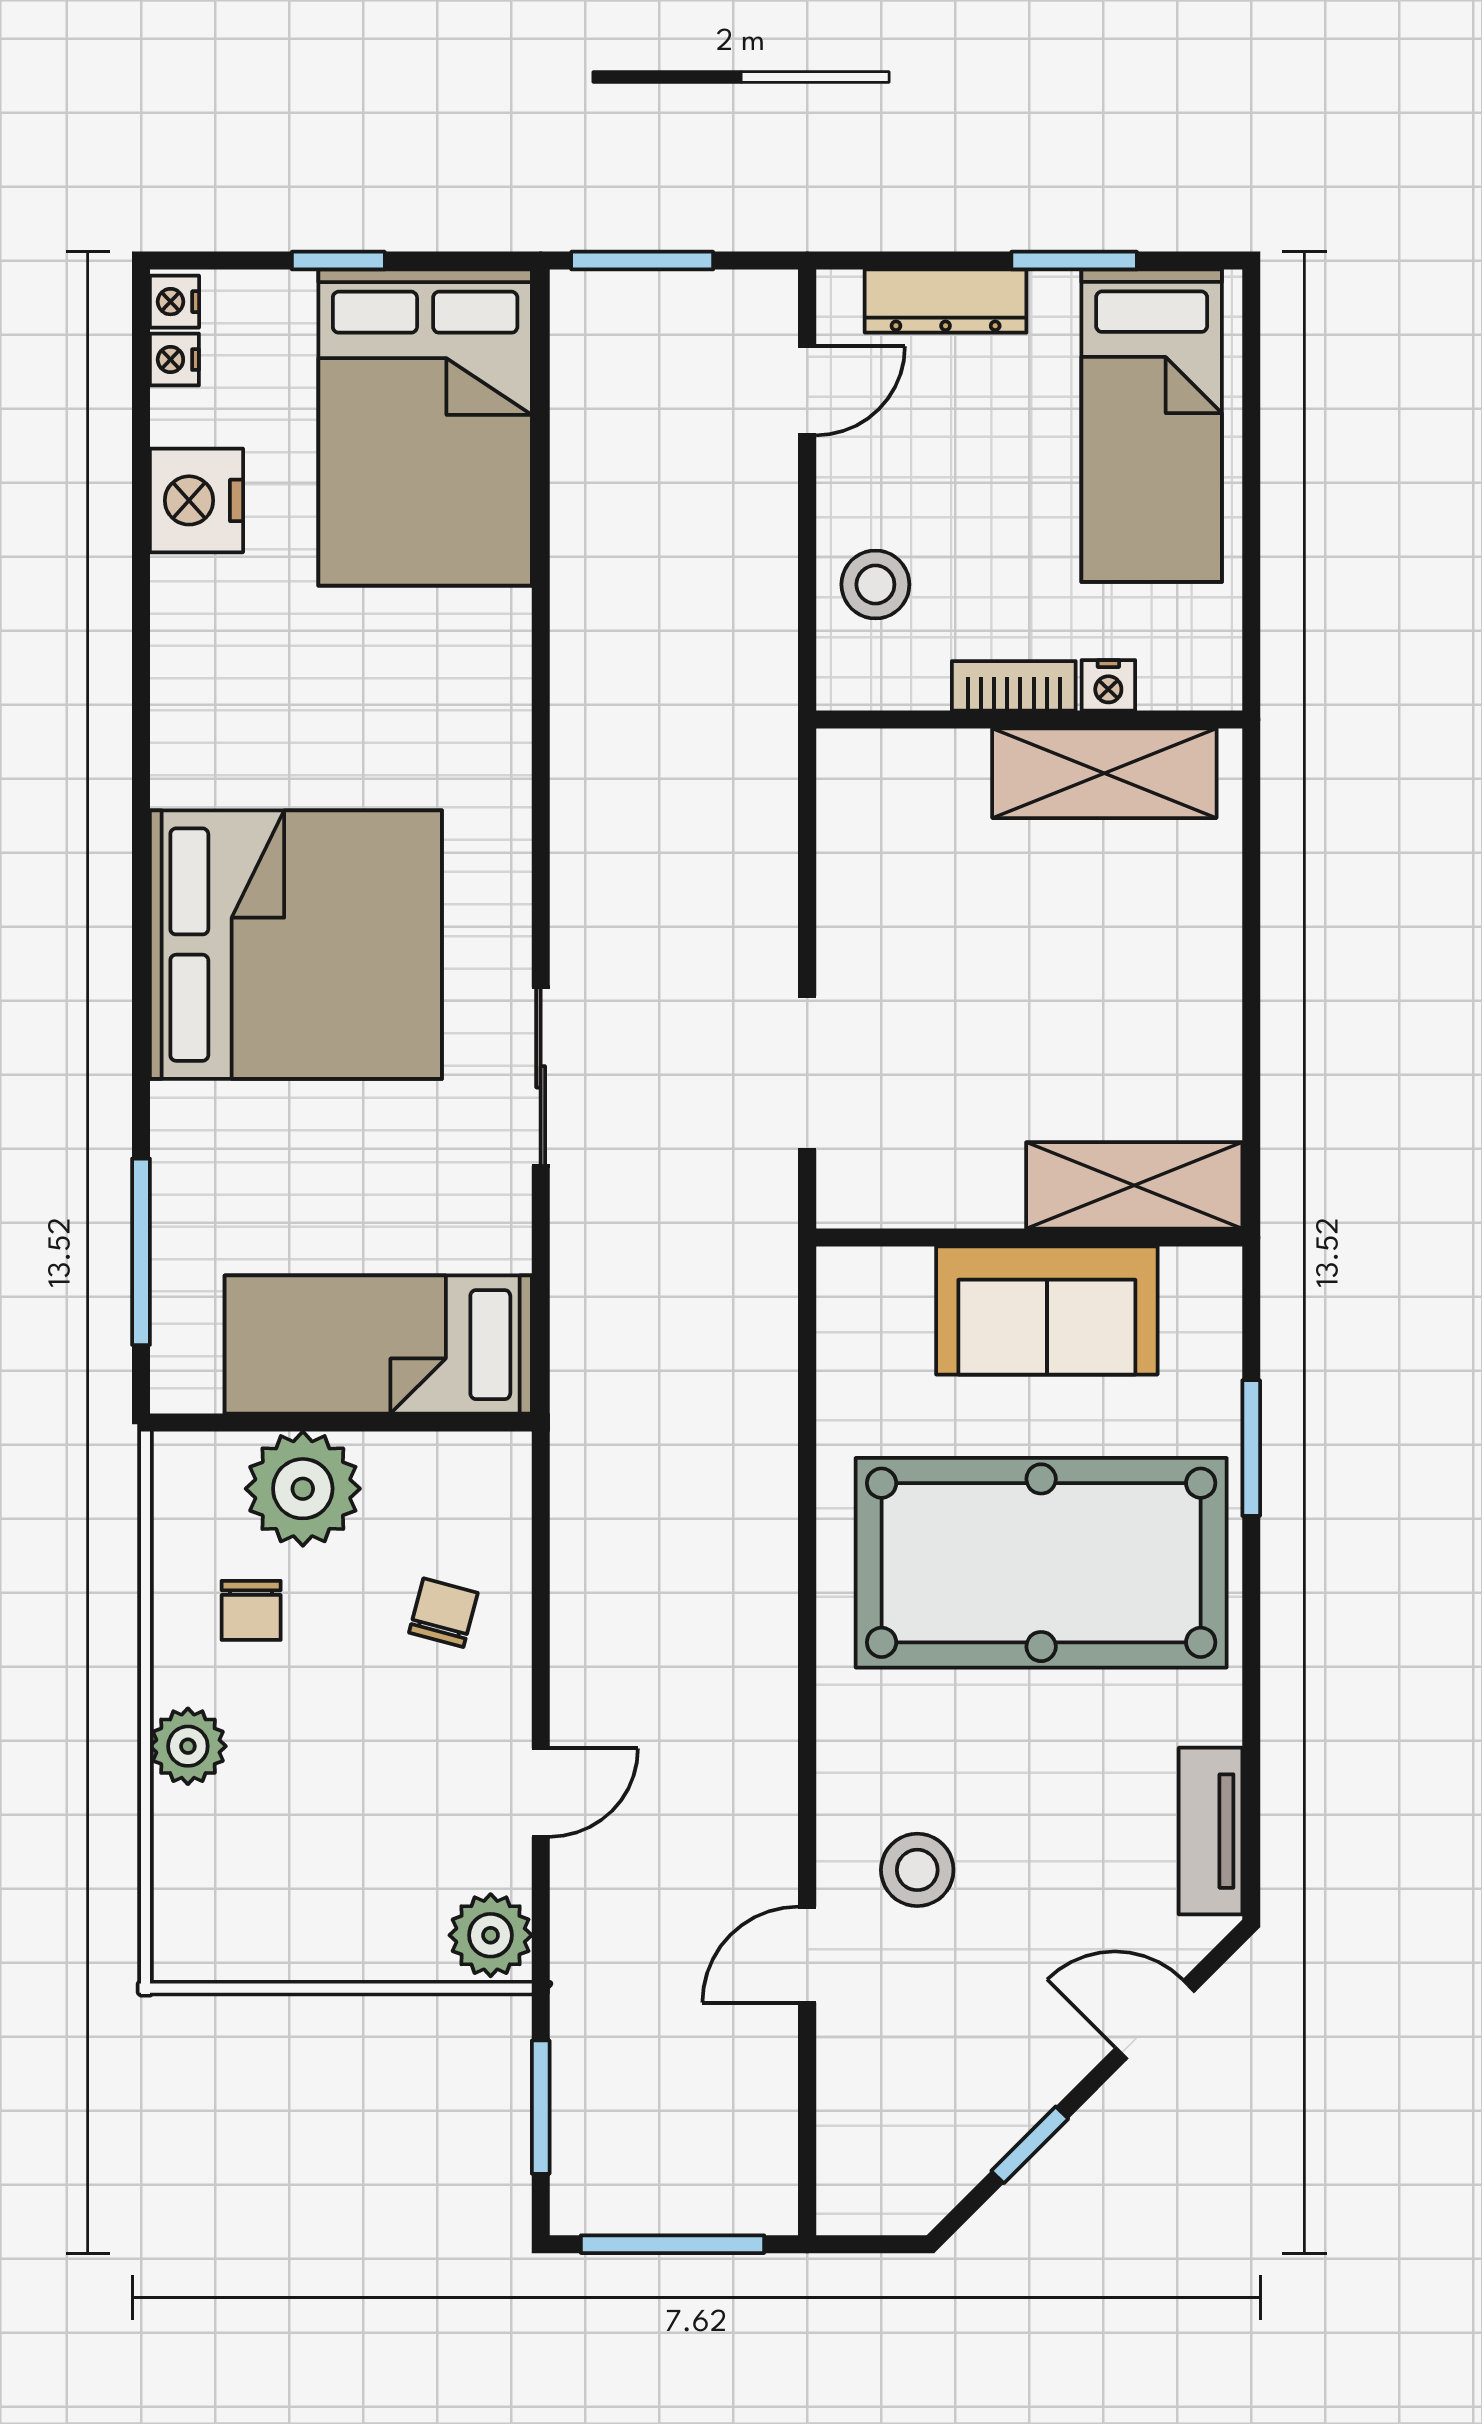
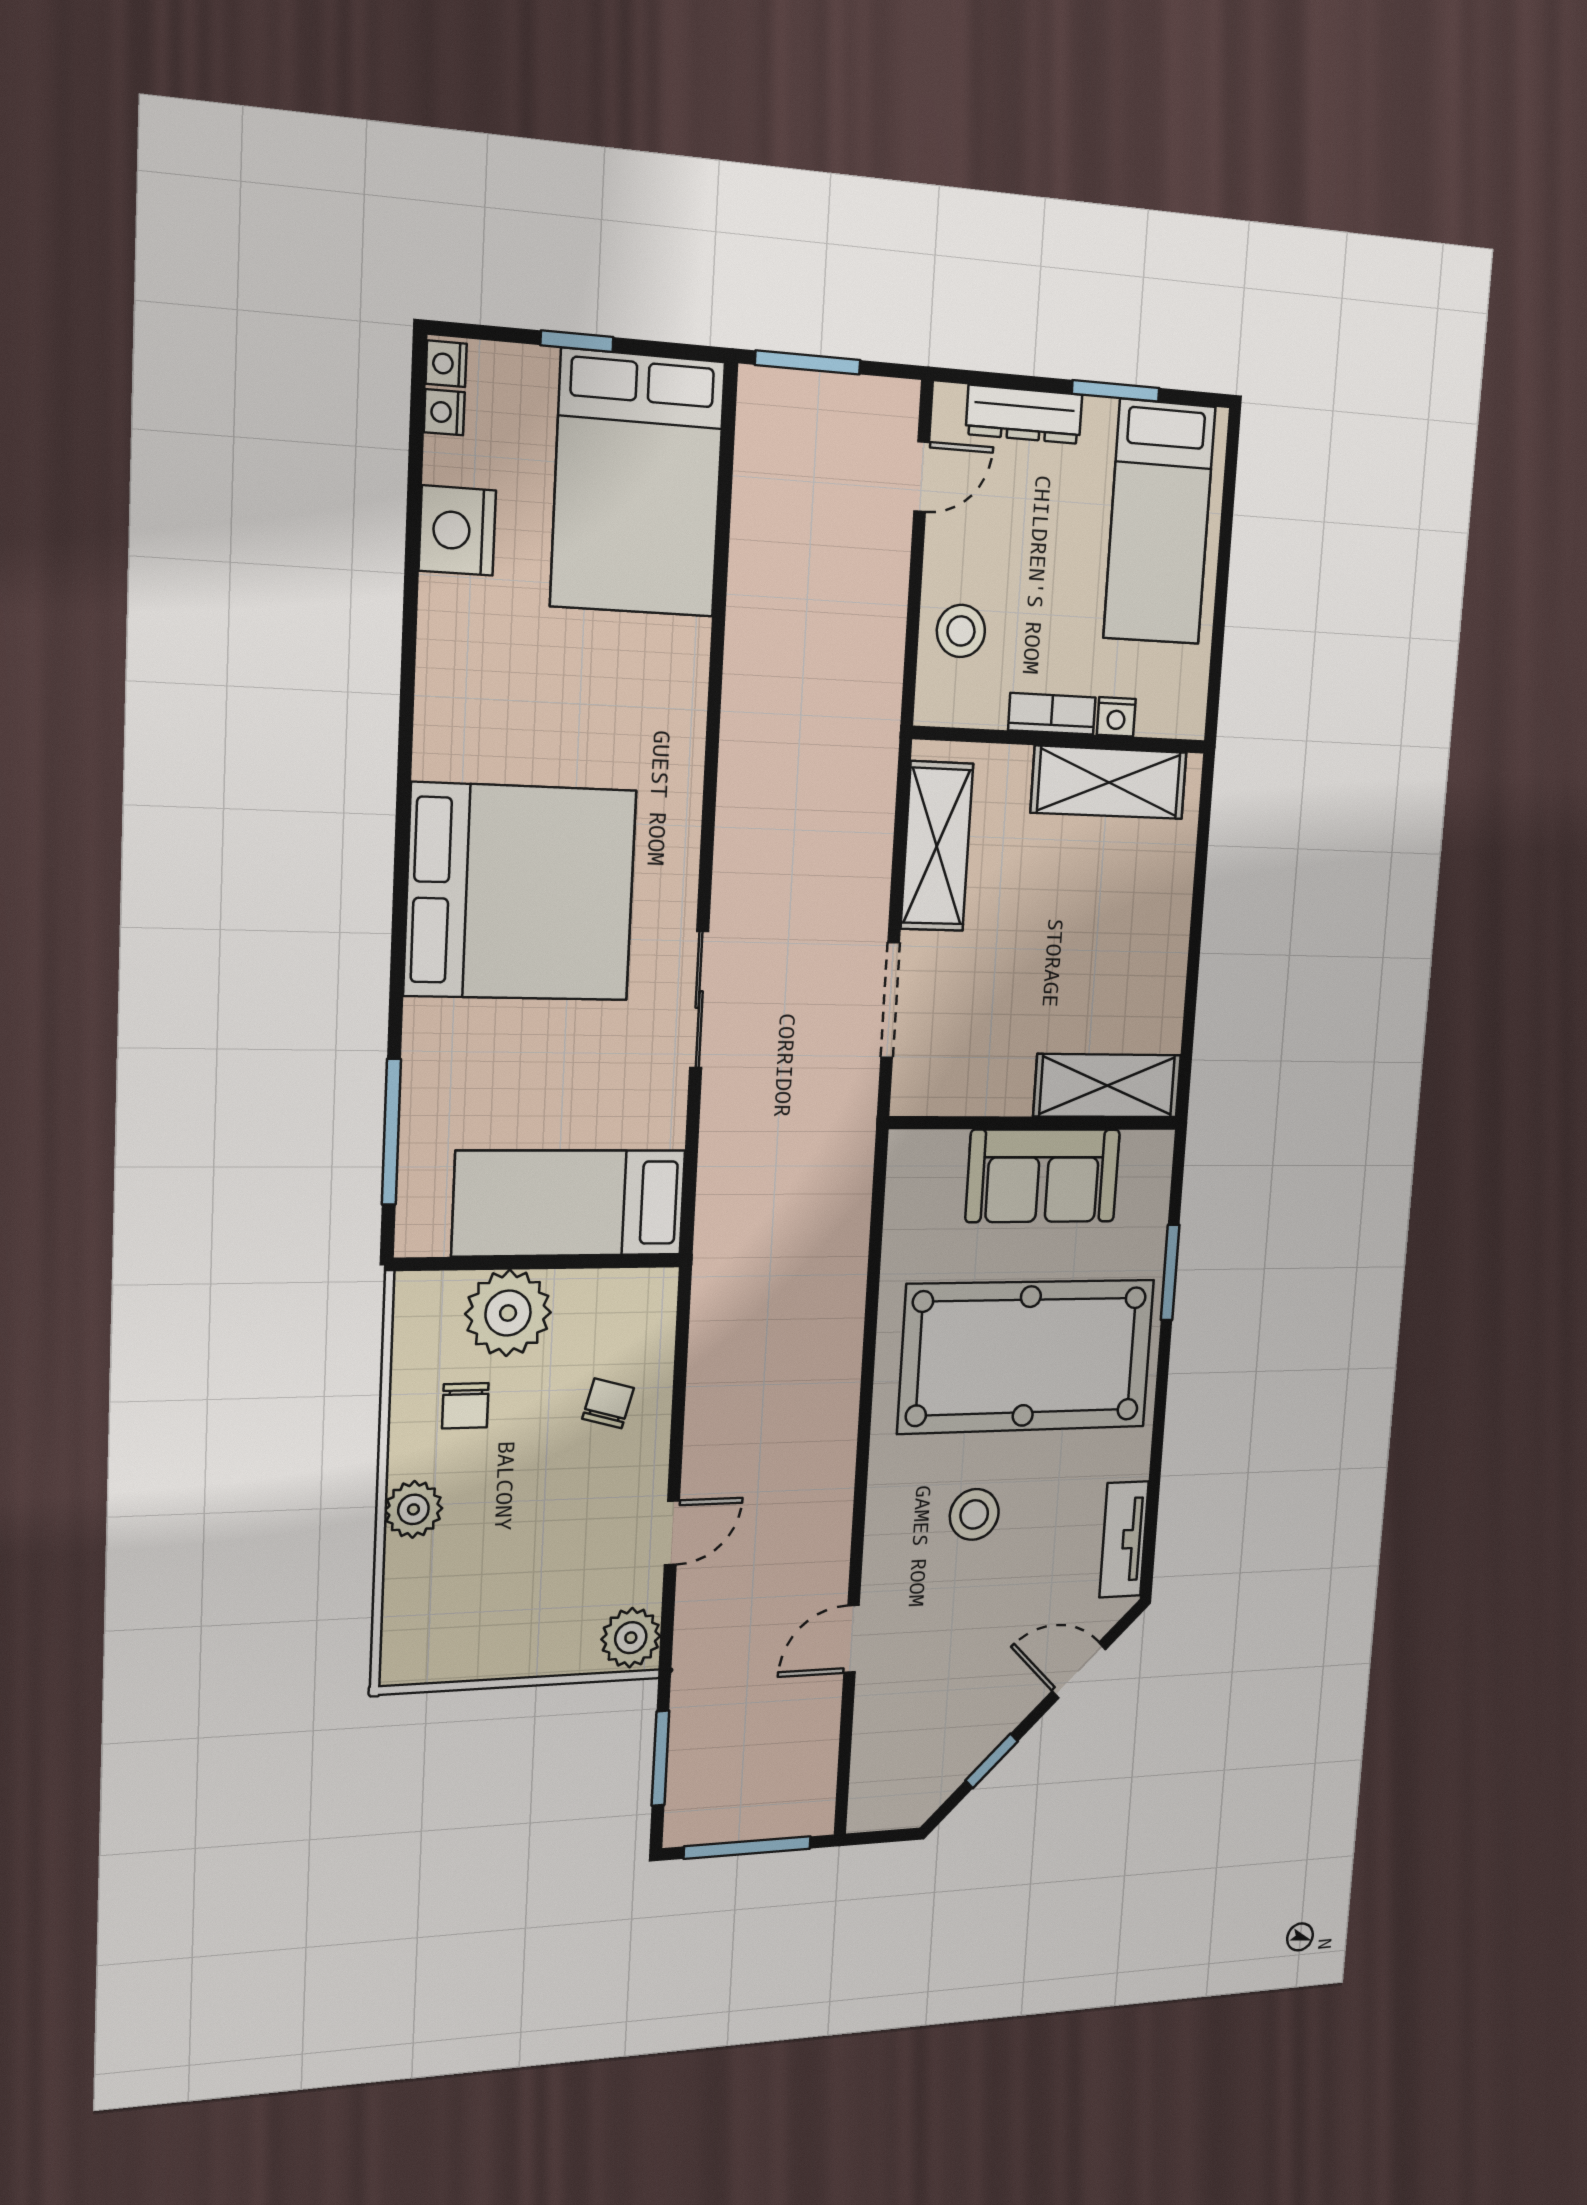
shelving: (860, 867) -> (937, 846), added
stool: (917, 1870) -> (974, 1514), moved

